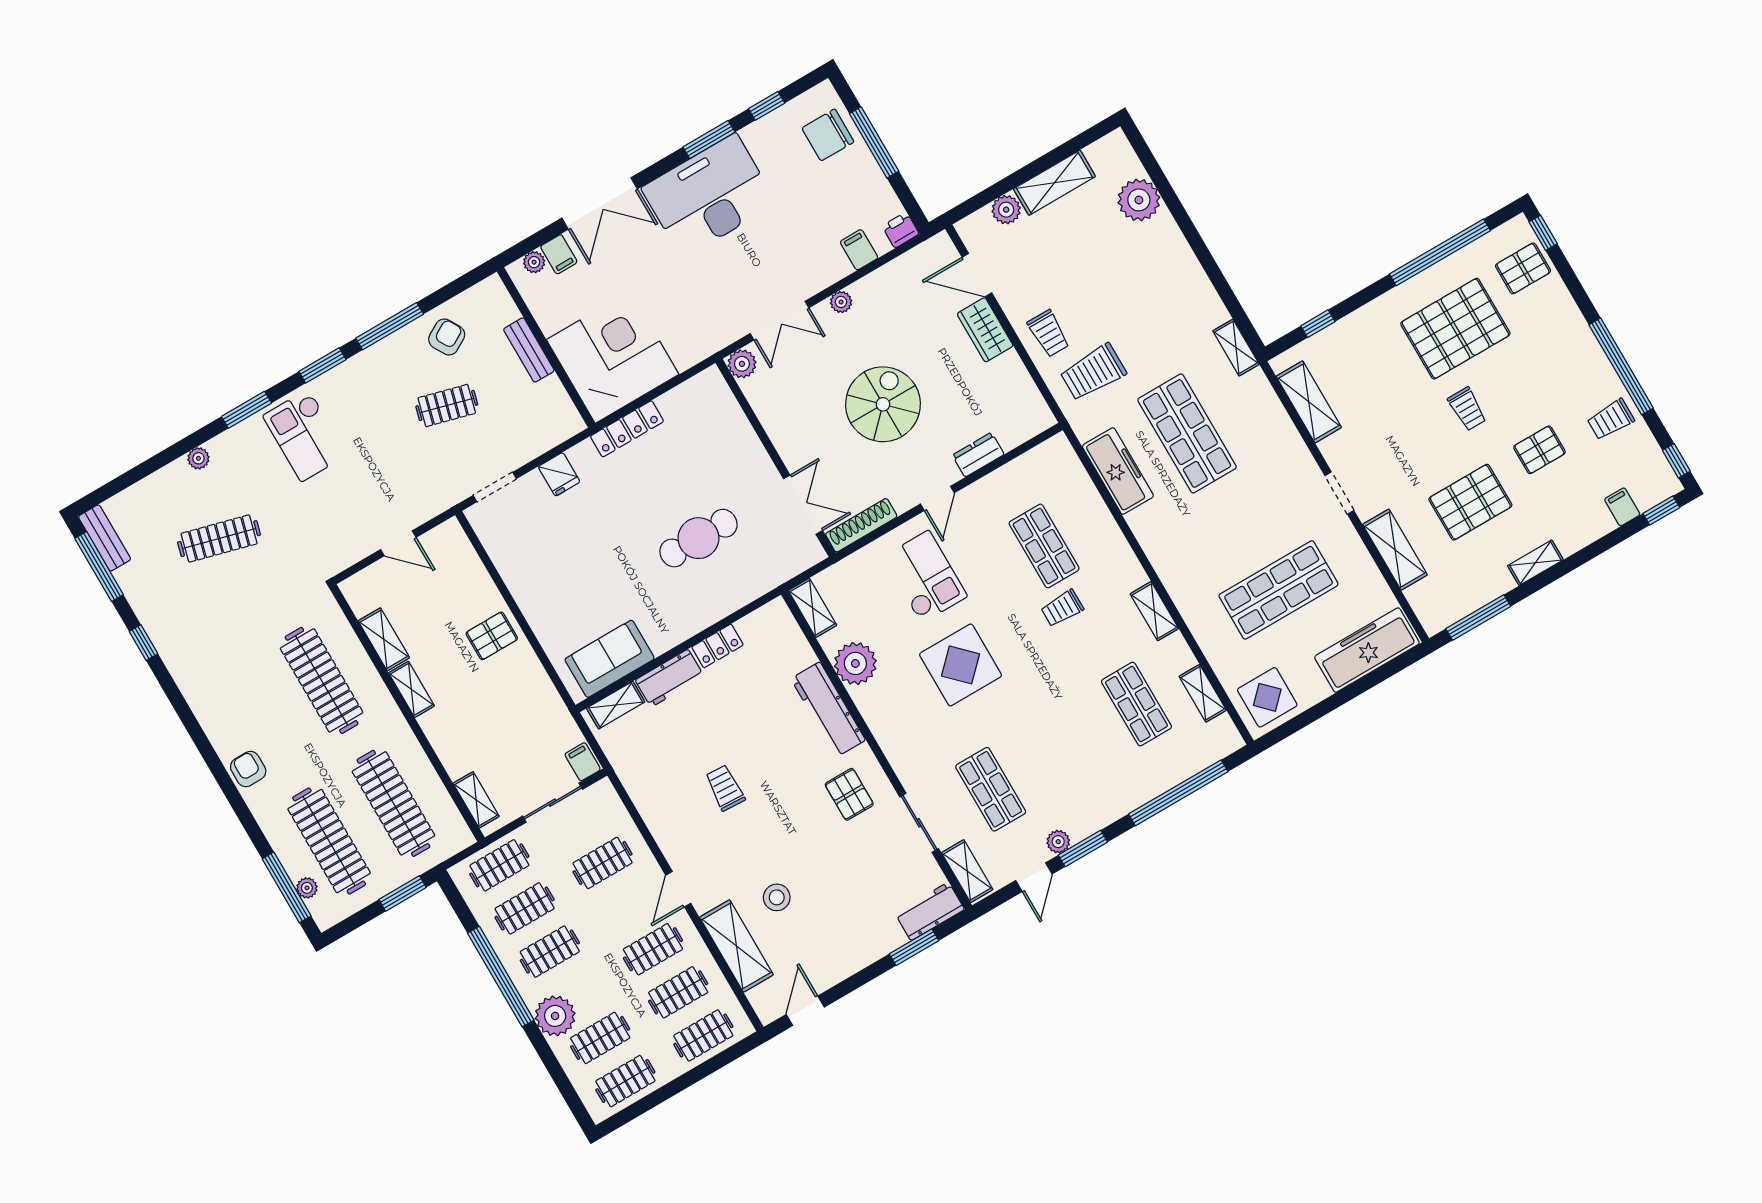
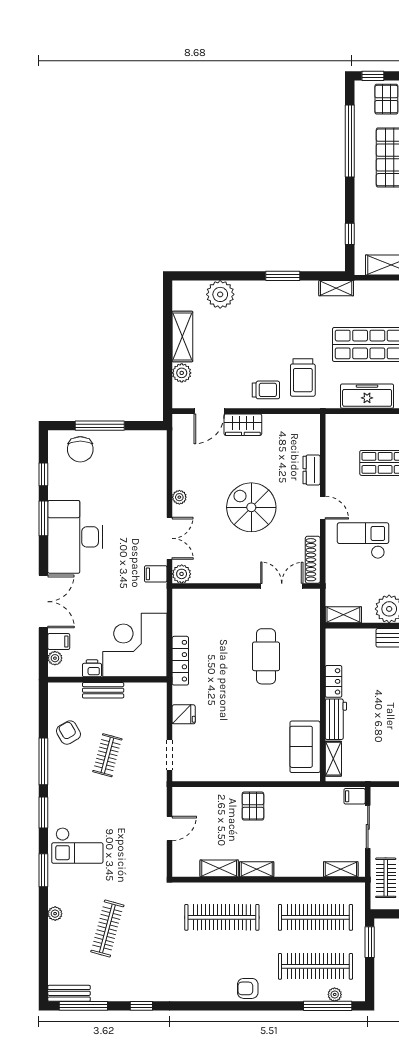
printer: (901, 230) -> (92, 668), moved, turned 90
filing cabinet: (859, 250) -> (156, 574), moved
window: (1211, 268) -> (283, 276), added

